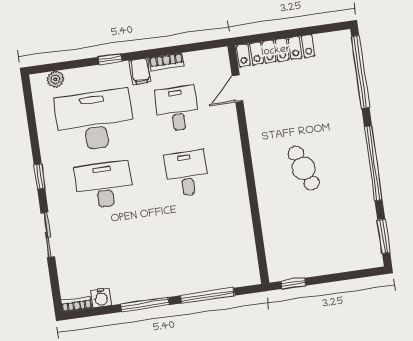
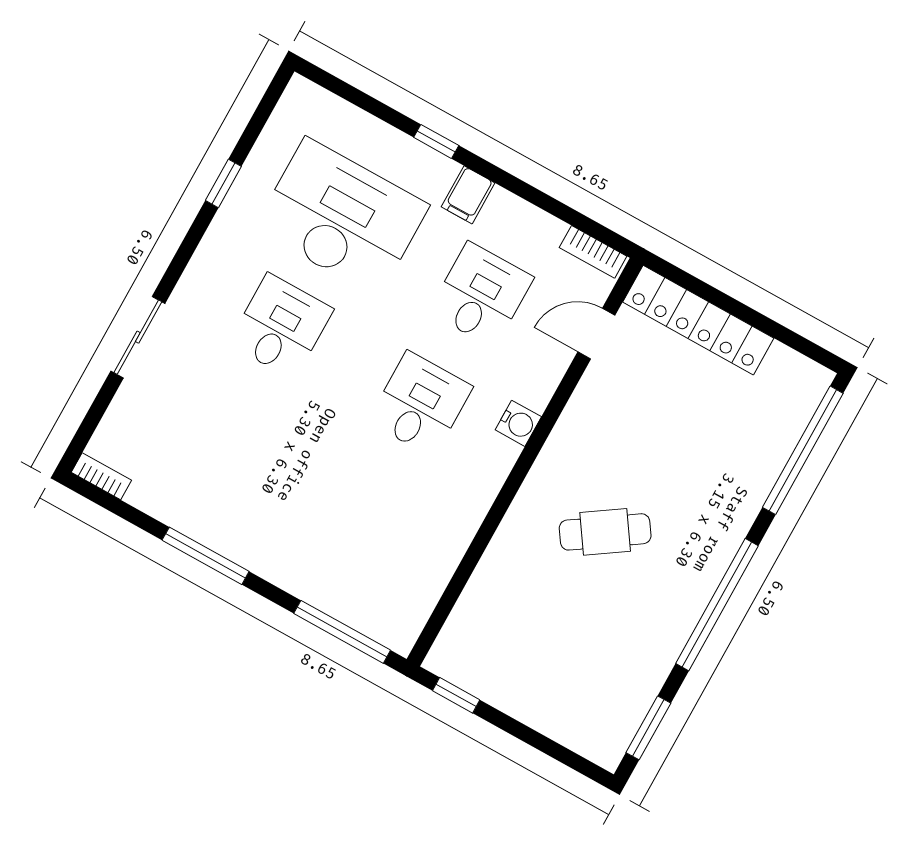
bookcase: (167, 62) -> (593, 252), moved
plant: (55, 79) -> (330, 109), removed
cafe table: (304, 168) -> (605, 532), turned 76
window: (39, 176) -> (223, 183), moved
desk: (104, 185) -> (281, 326), width x0.73
window: (207, 296) -> (342, 632), moved
water cooler: (101, 298) -> (518, 423), moved, turned -90

